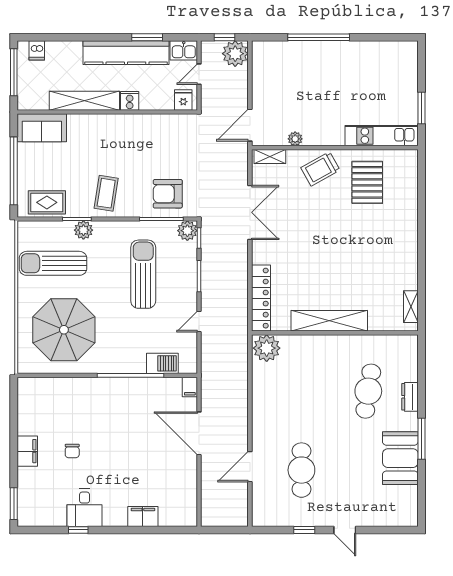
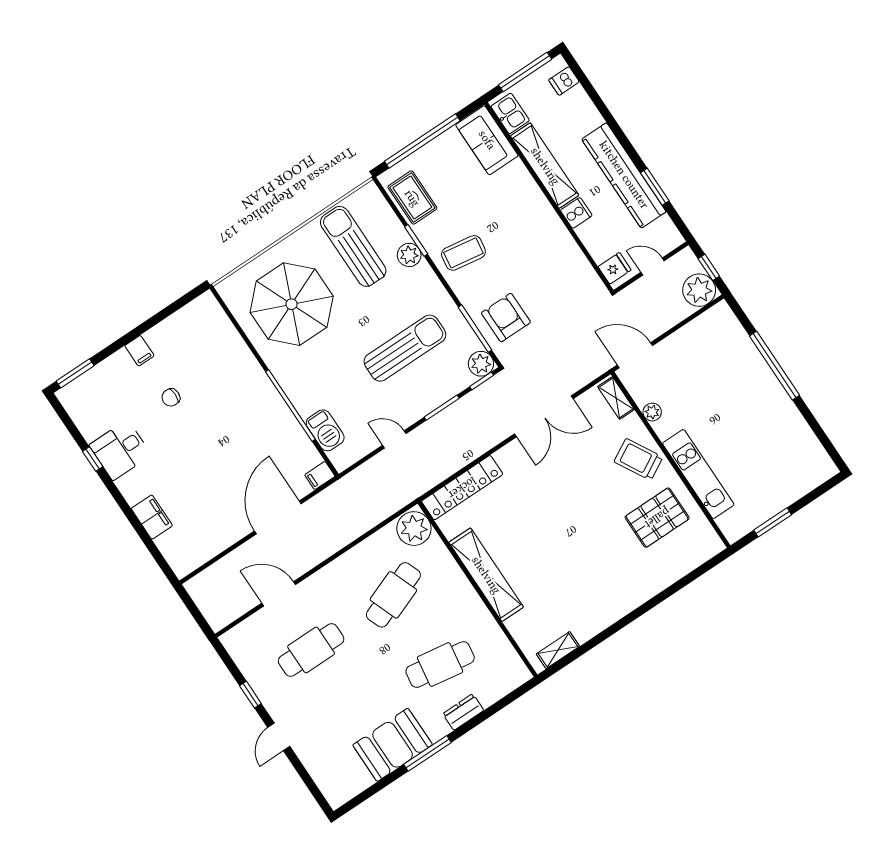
kitchen sink: (184, 50) -> (510, 113), moved, turned 180
kitchen unit: (382, 136) -> (698, 474), moved
cafe table: (301, 391) -> (393, 595), added
filing cabinet: (27, 451) -> (139, 351), width x0.50

